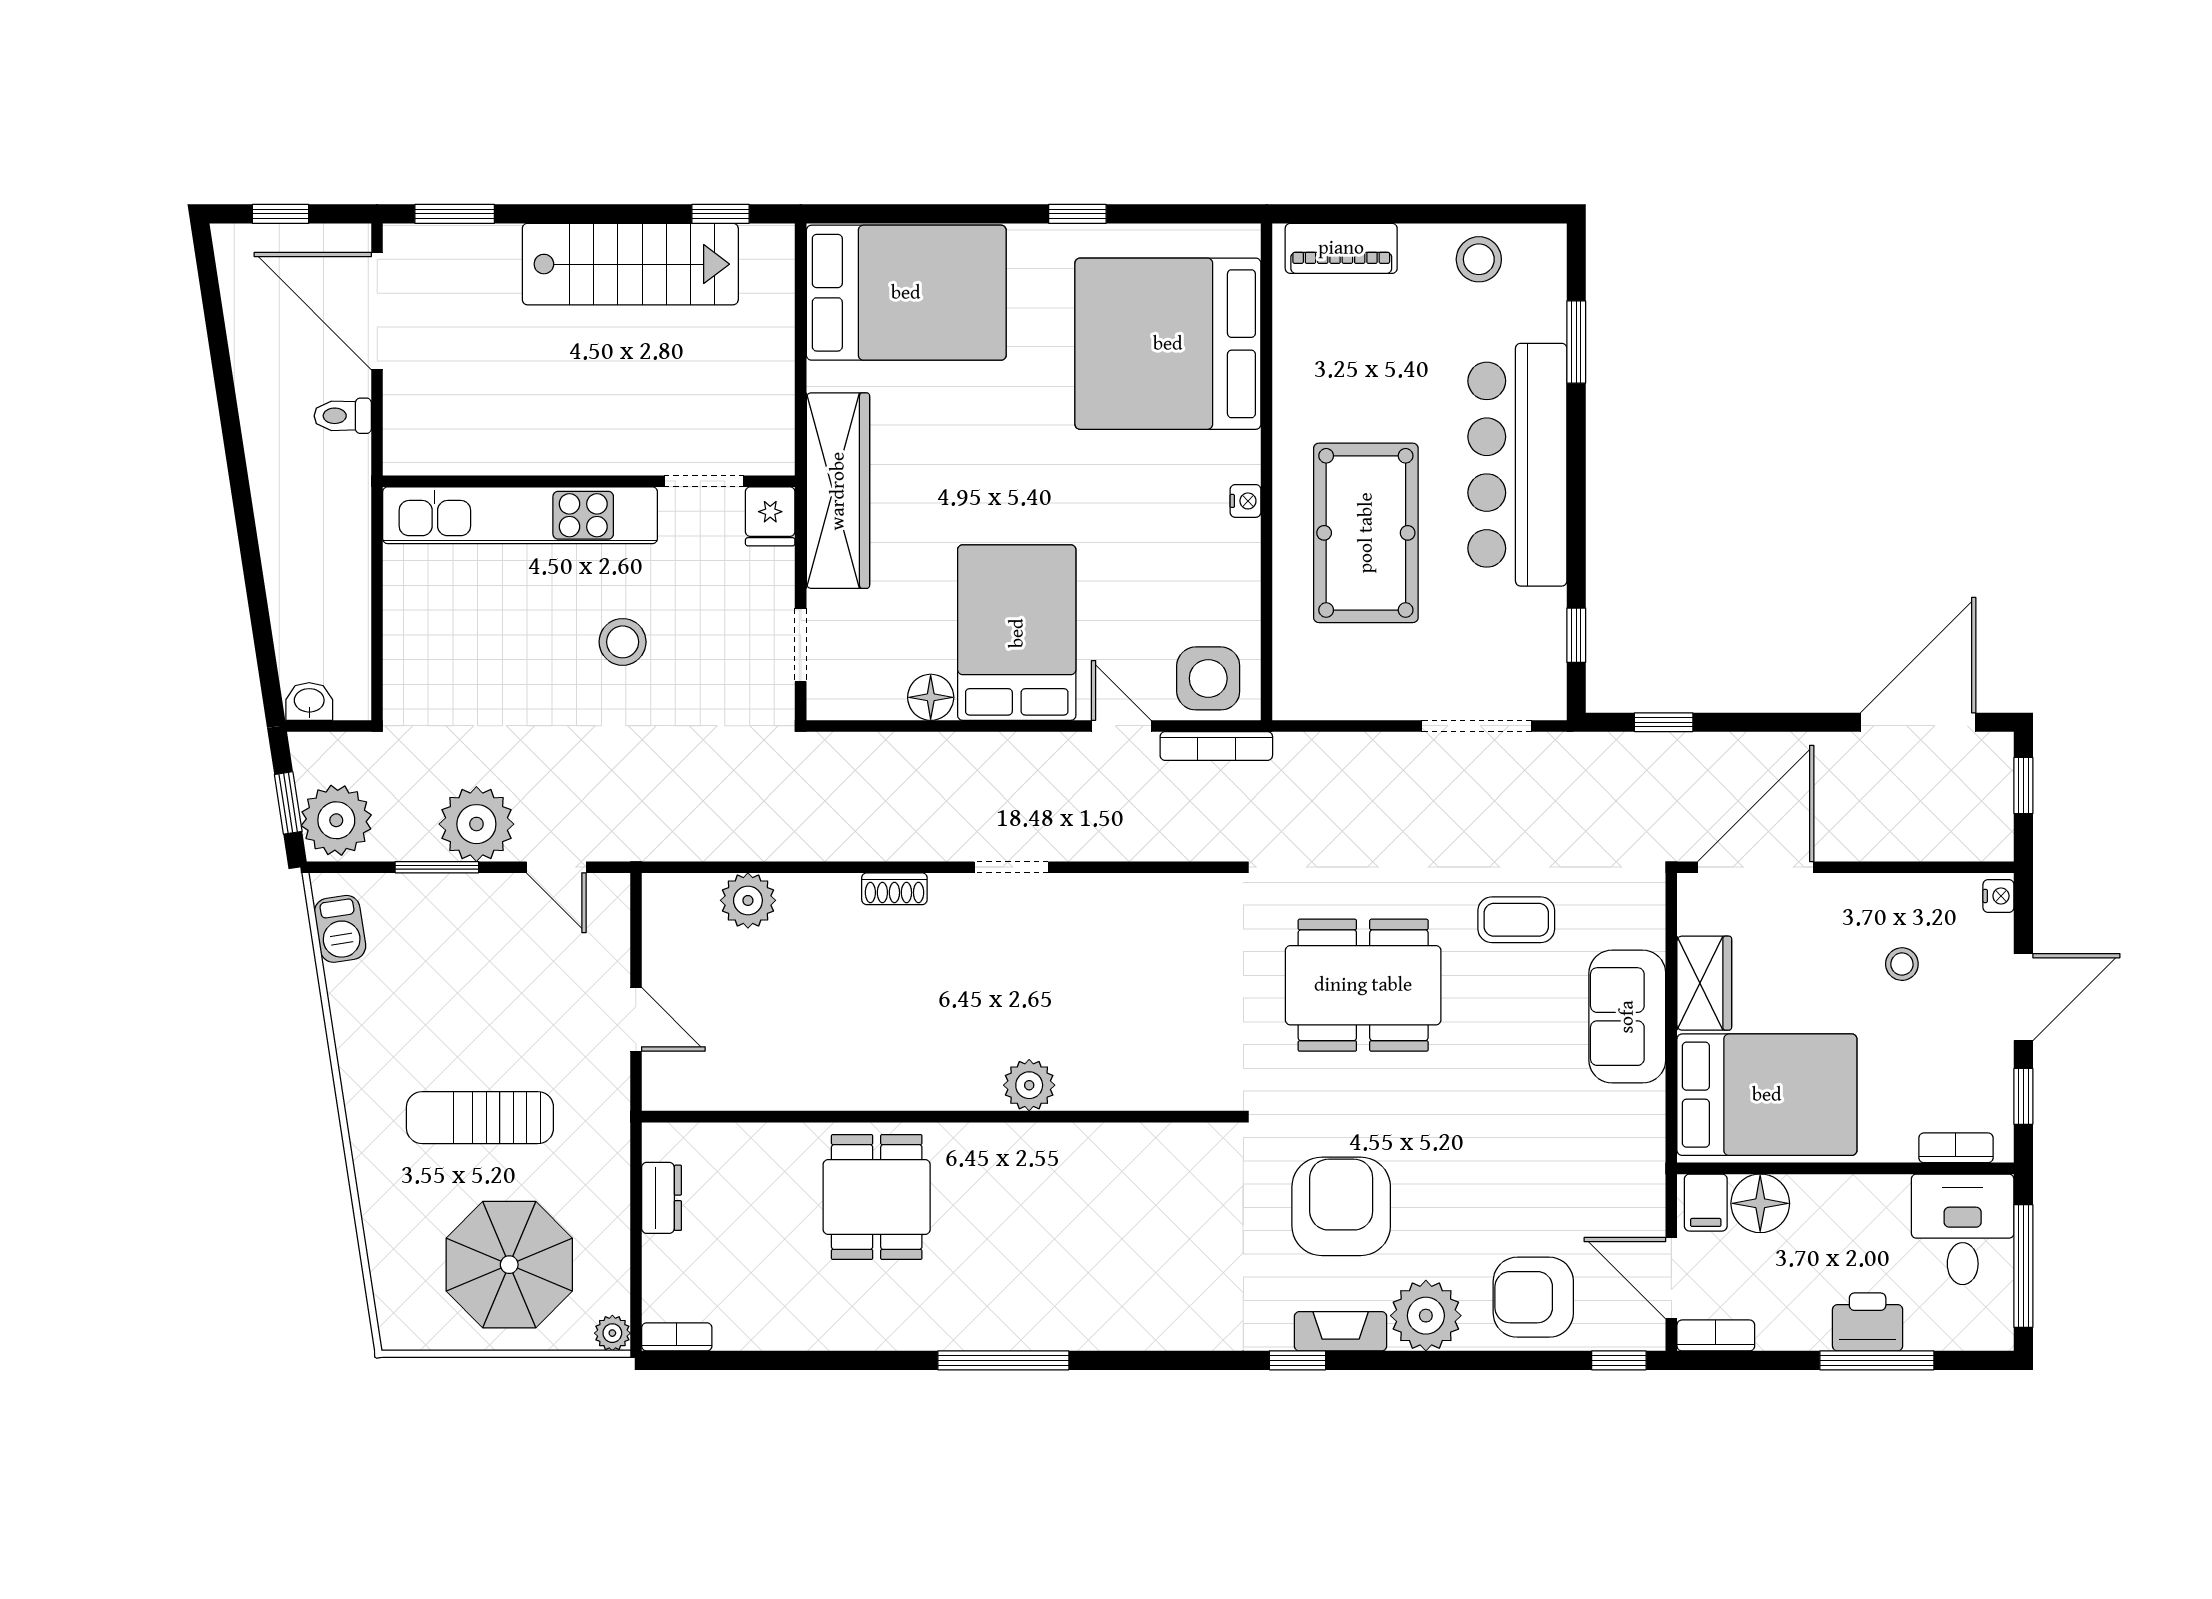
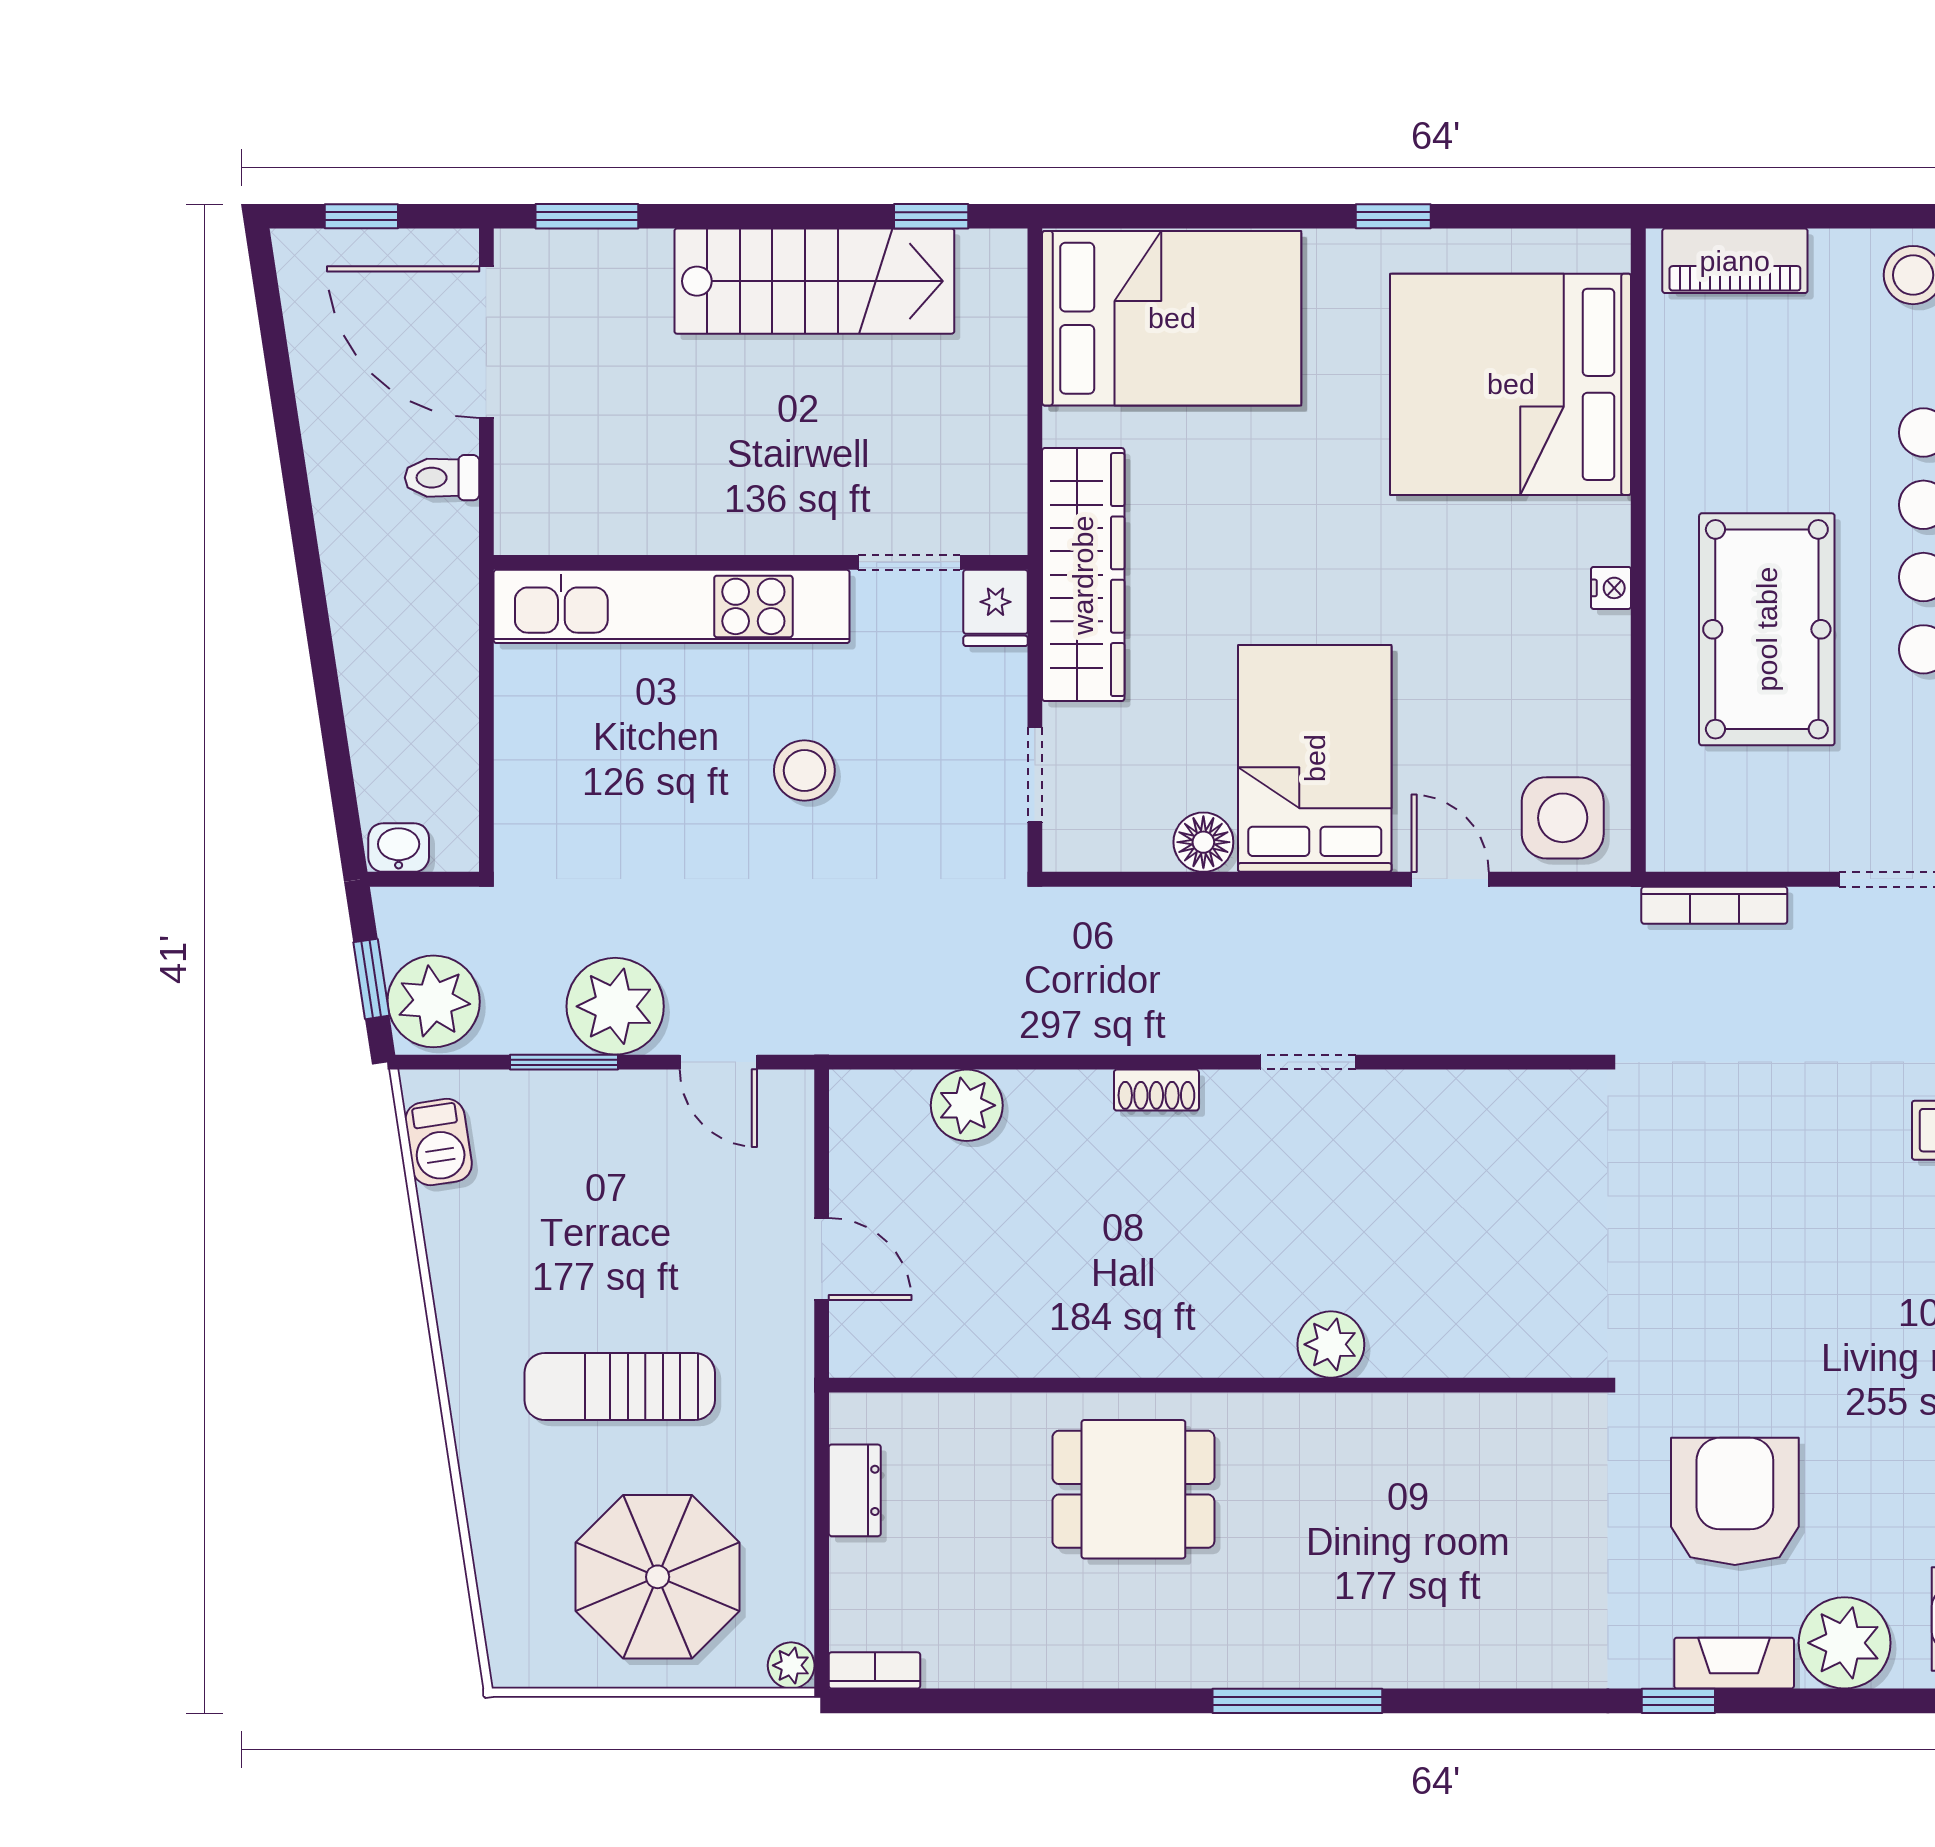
bookcase: (1216, 746) -> (1714, 905), moved
dining table: (1363, 985) -> (1763, 1215), removed
dining table: (877, 1197) -> (1133, 1489), turned 90

